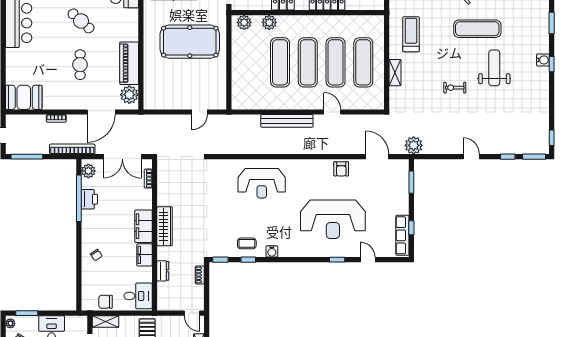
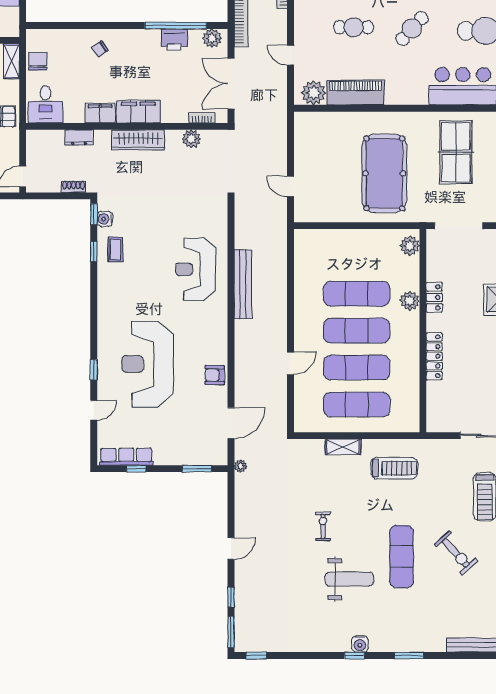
plant: (269, 22) -> (410, 301), moved
door: (101, 112) -> (291, 55), width x0.53
bench: (287, 121) -> (243, 284), moved
plant: (414, 145) -> (241, 466), width x0.53, depth x0.53
plant: (164, 187) -> (191, 139), added
water cooler: (272, 251) -> (105, 219), moved

